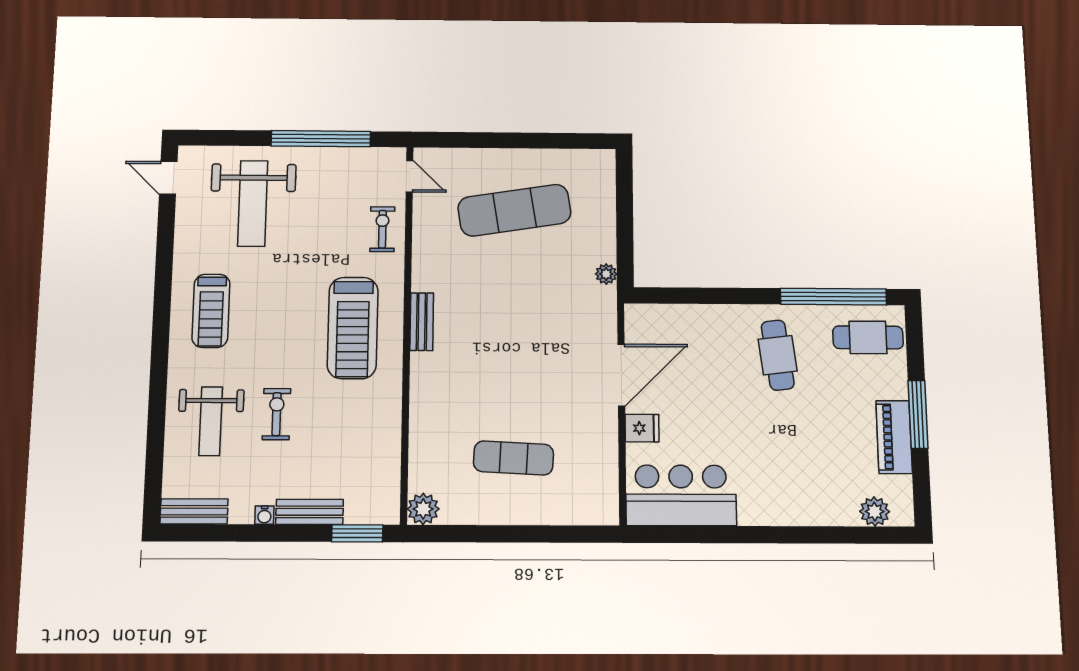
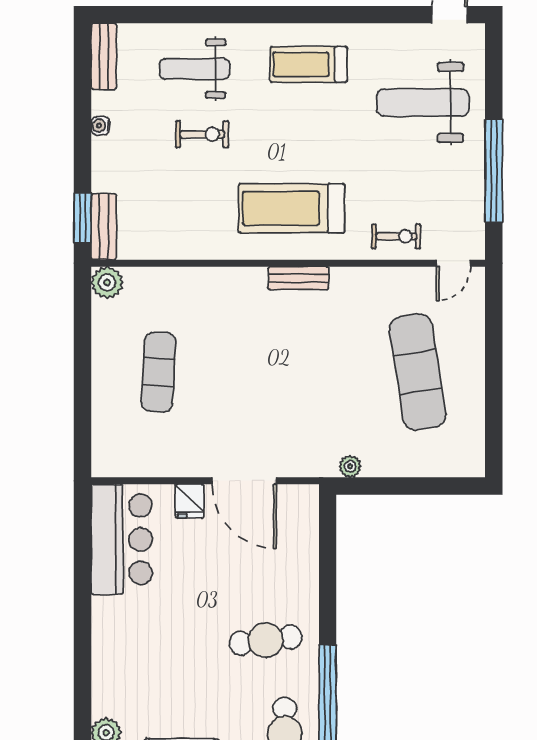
bench: (310, 512) -> (104, 227), moved

